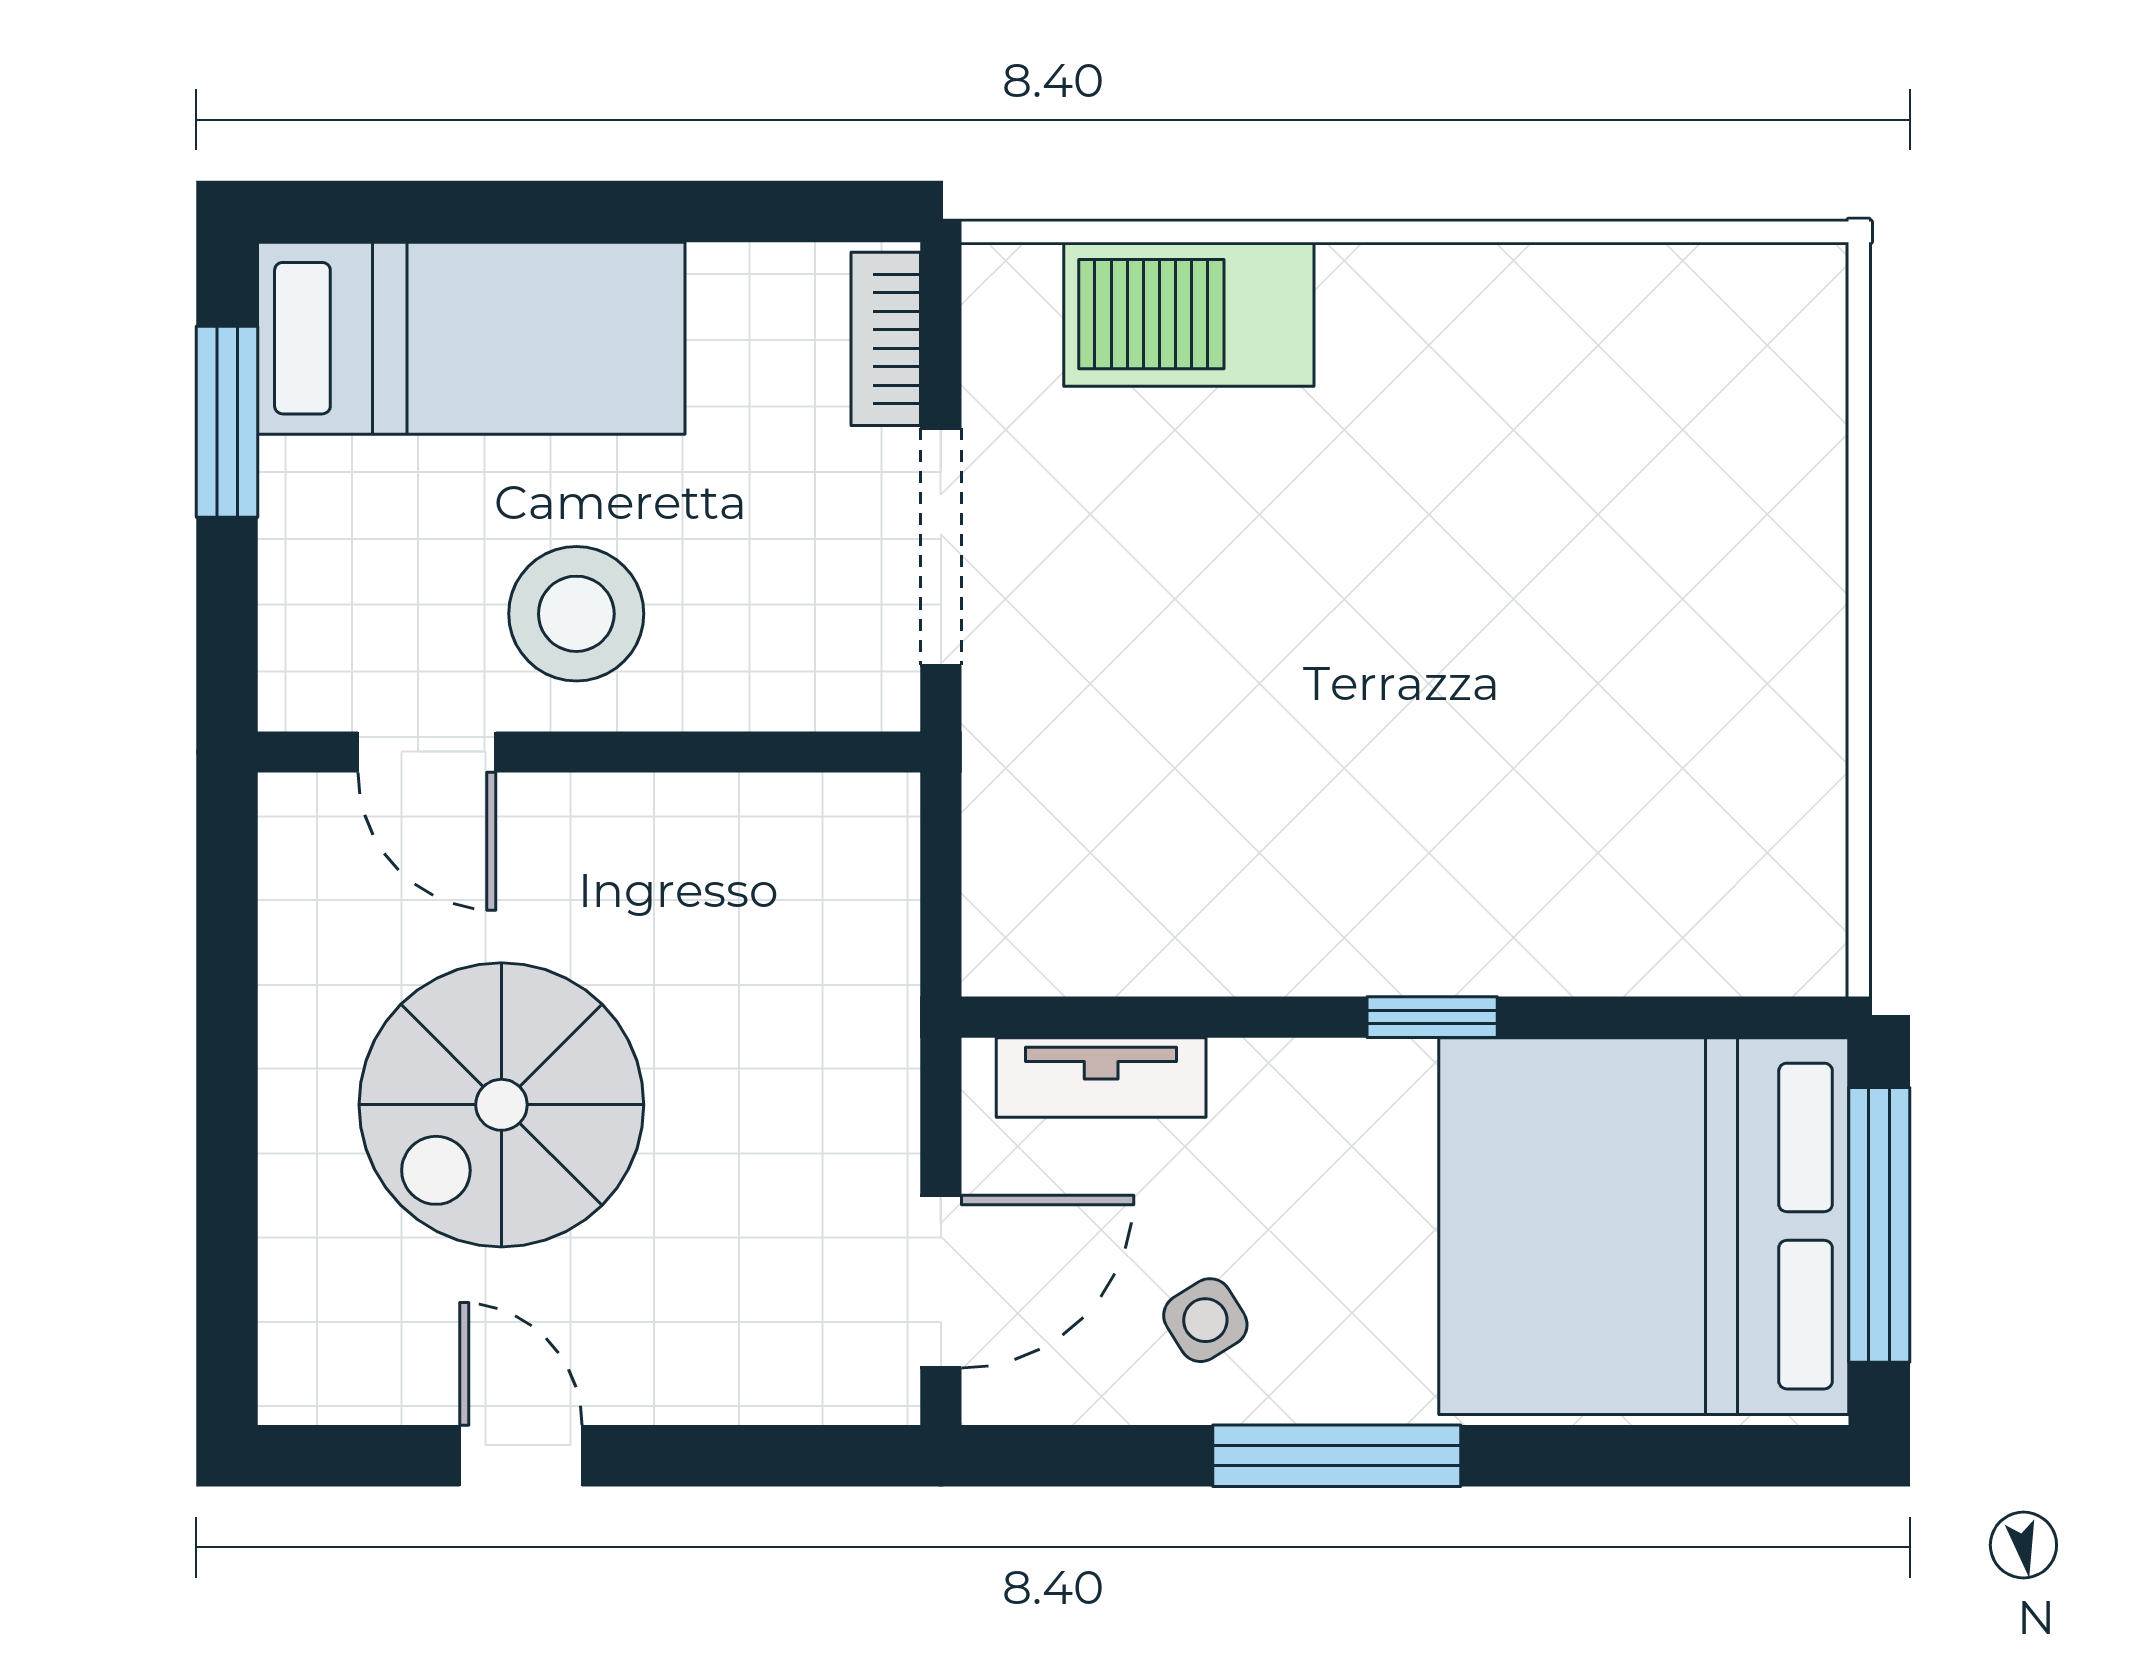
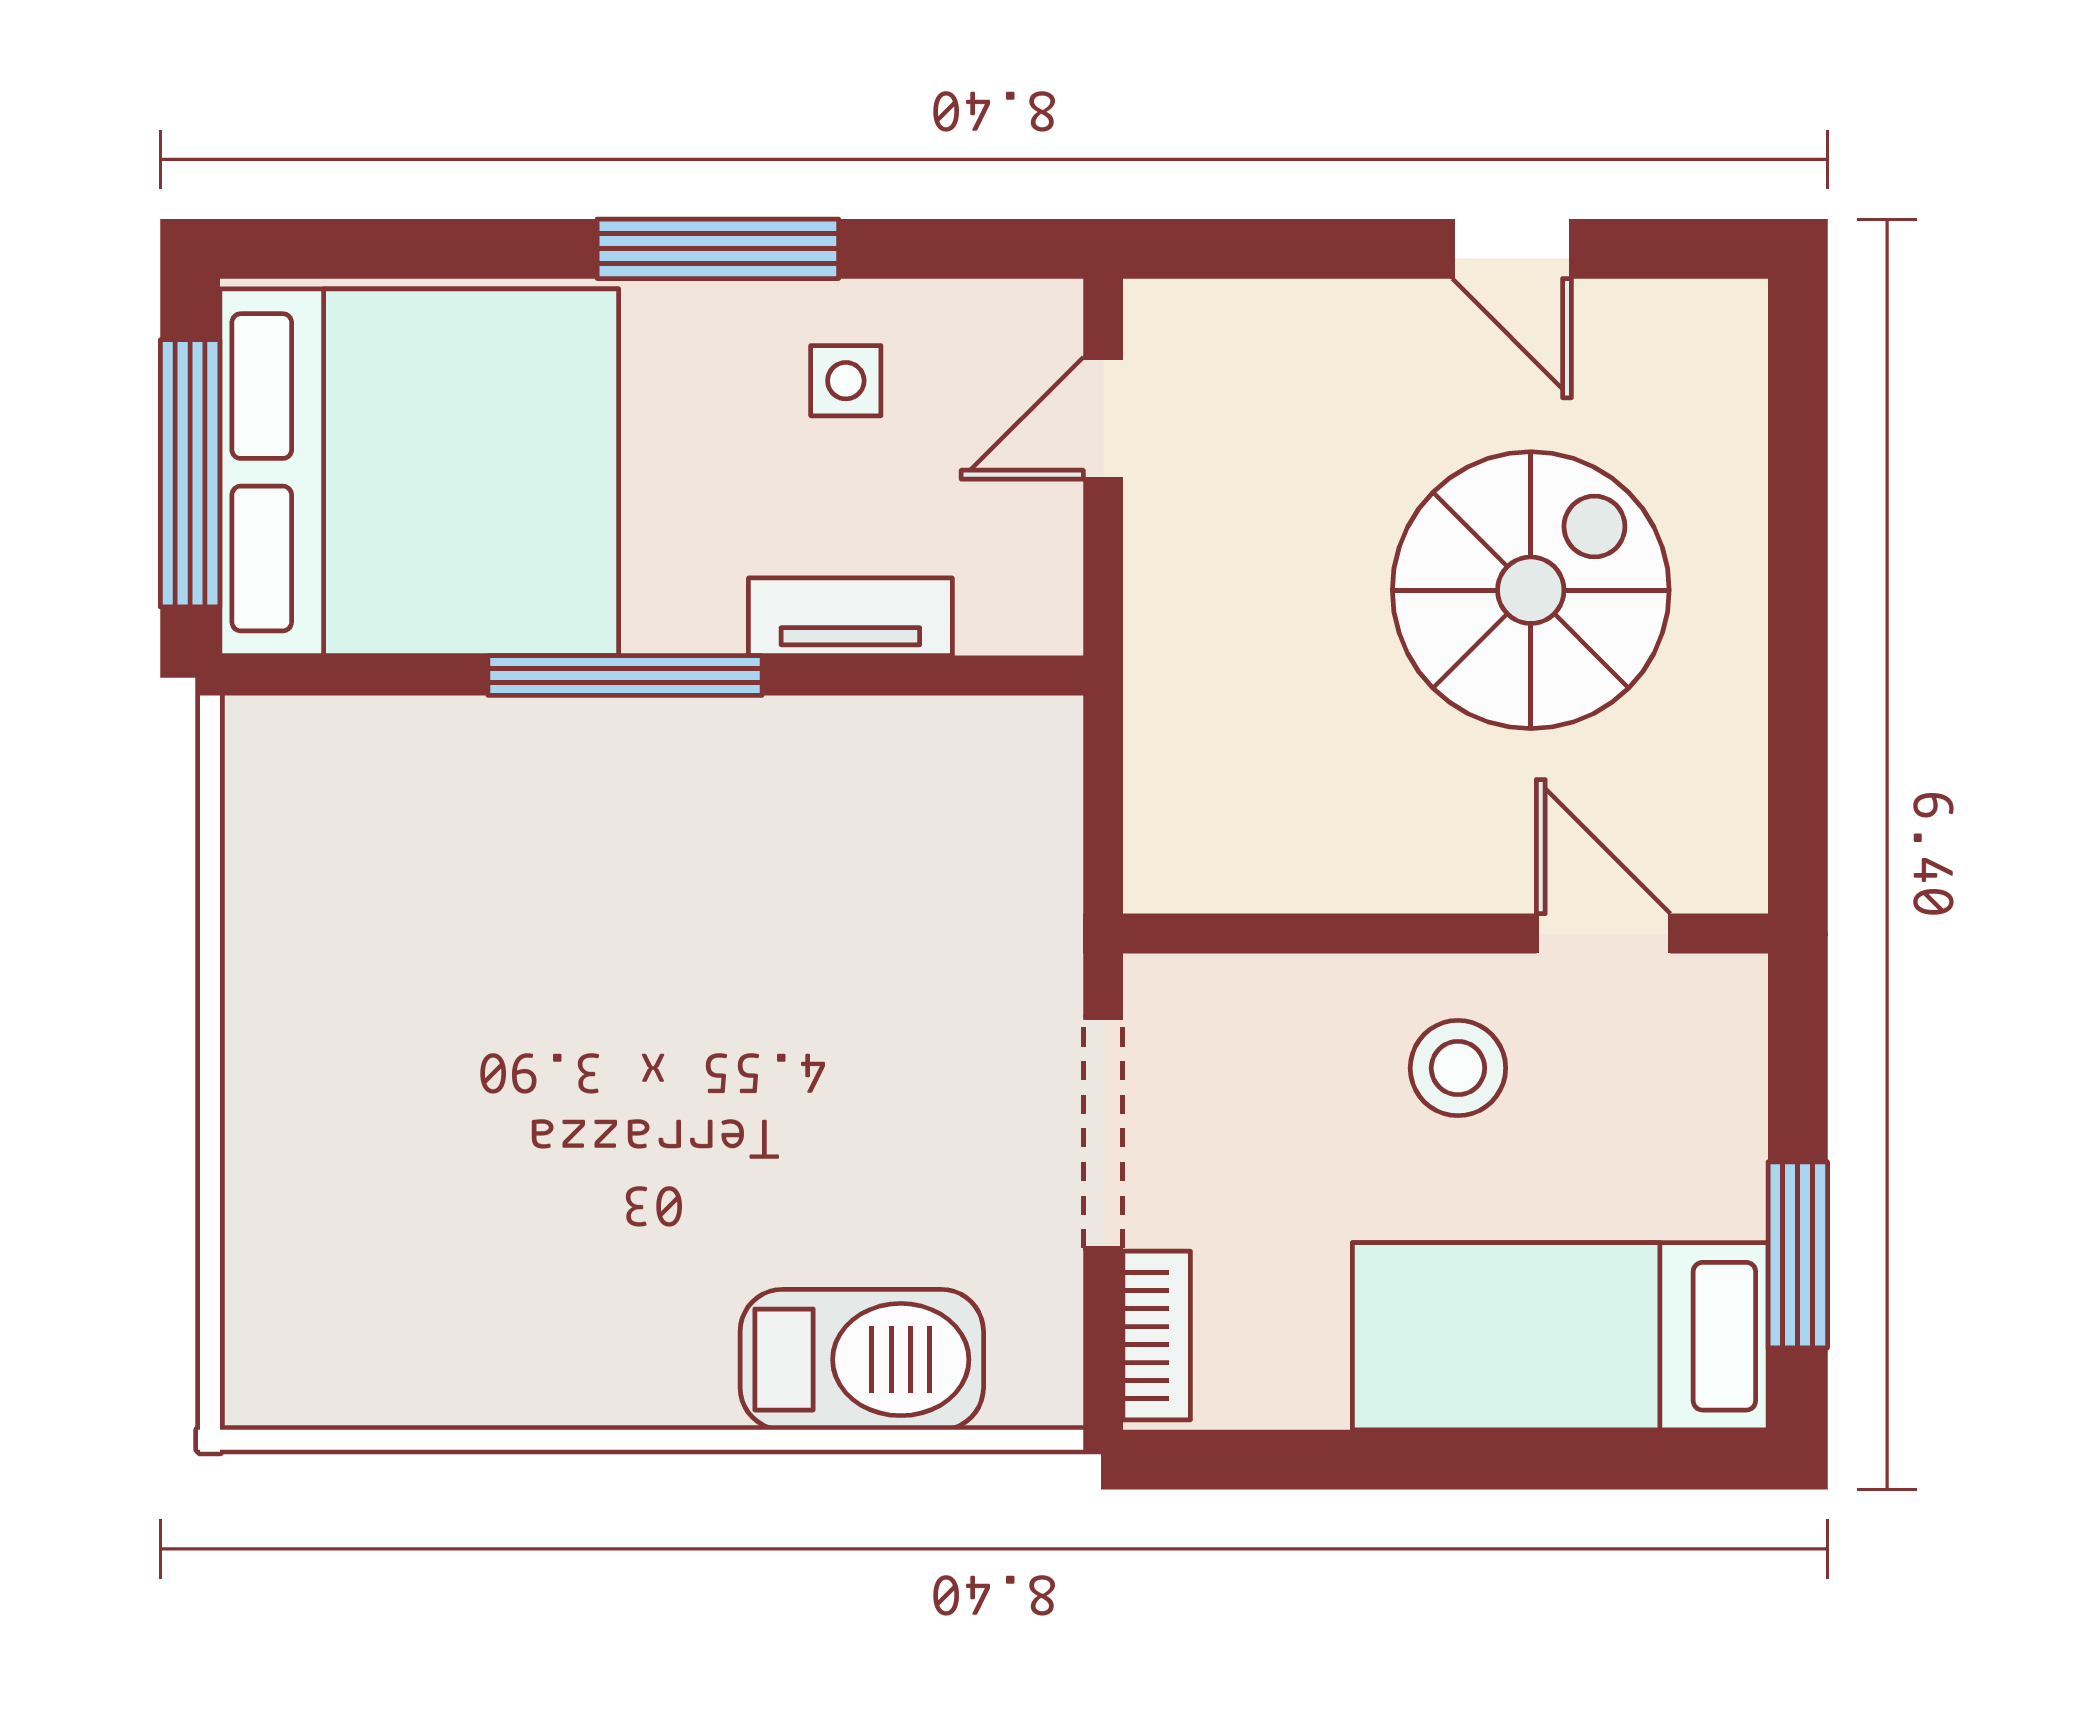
stool: (576, 614) -> (1458, 1068), width x0.73, depth x0.73
window: (1432, 1017) -> (625, 676), width x2.17
tv unit: (1101, 1078) -> (850, 617), moved
door: (941, 1282) -> (1103, 418), width x0.73
side table: (1205, 1320) -> (846, 381), turned 32

